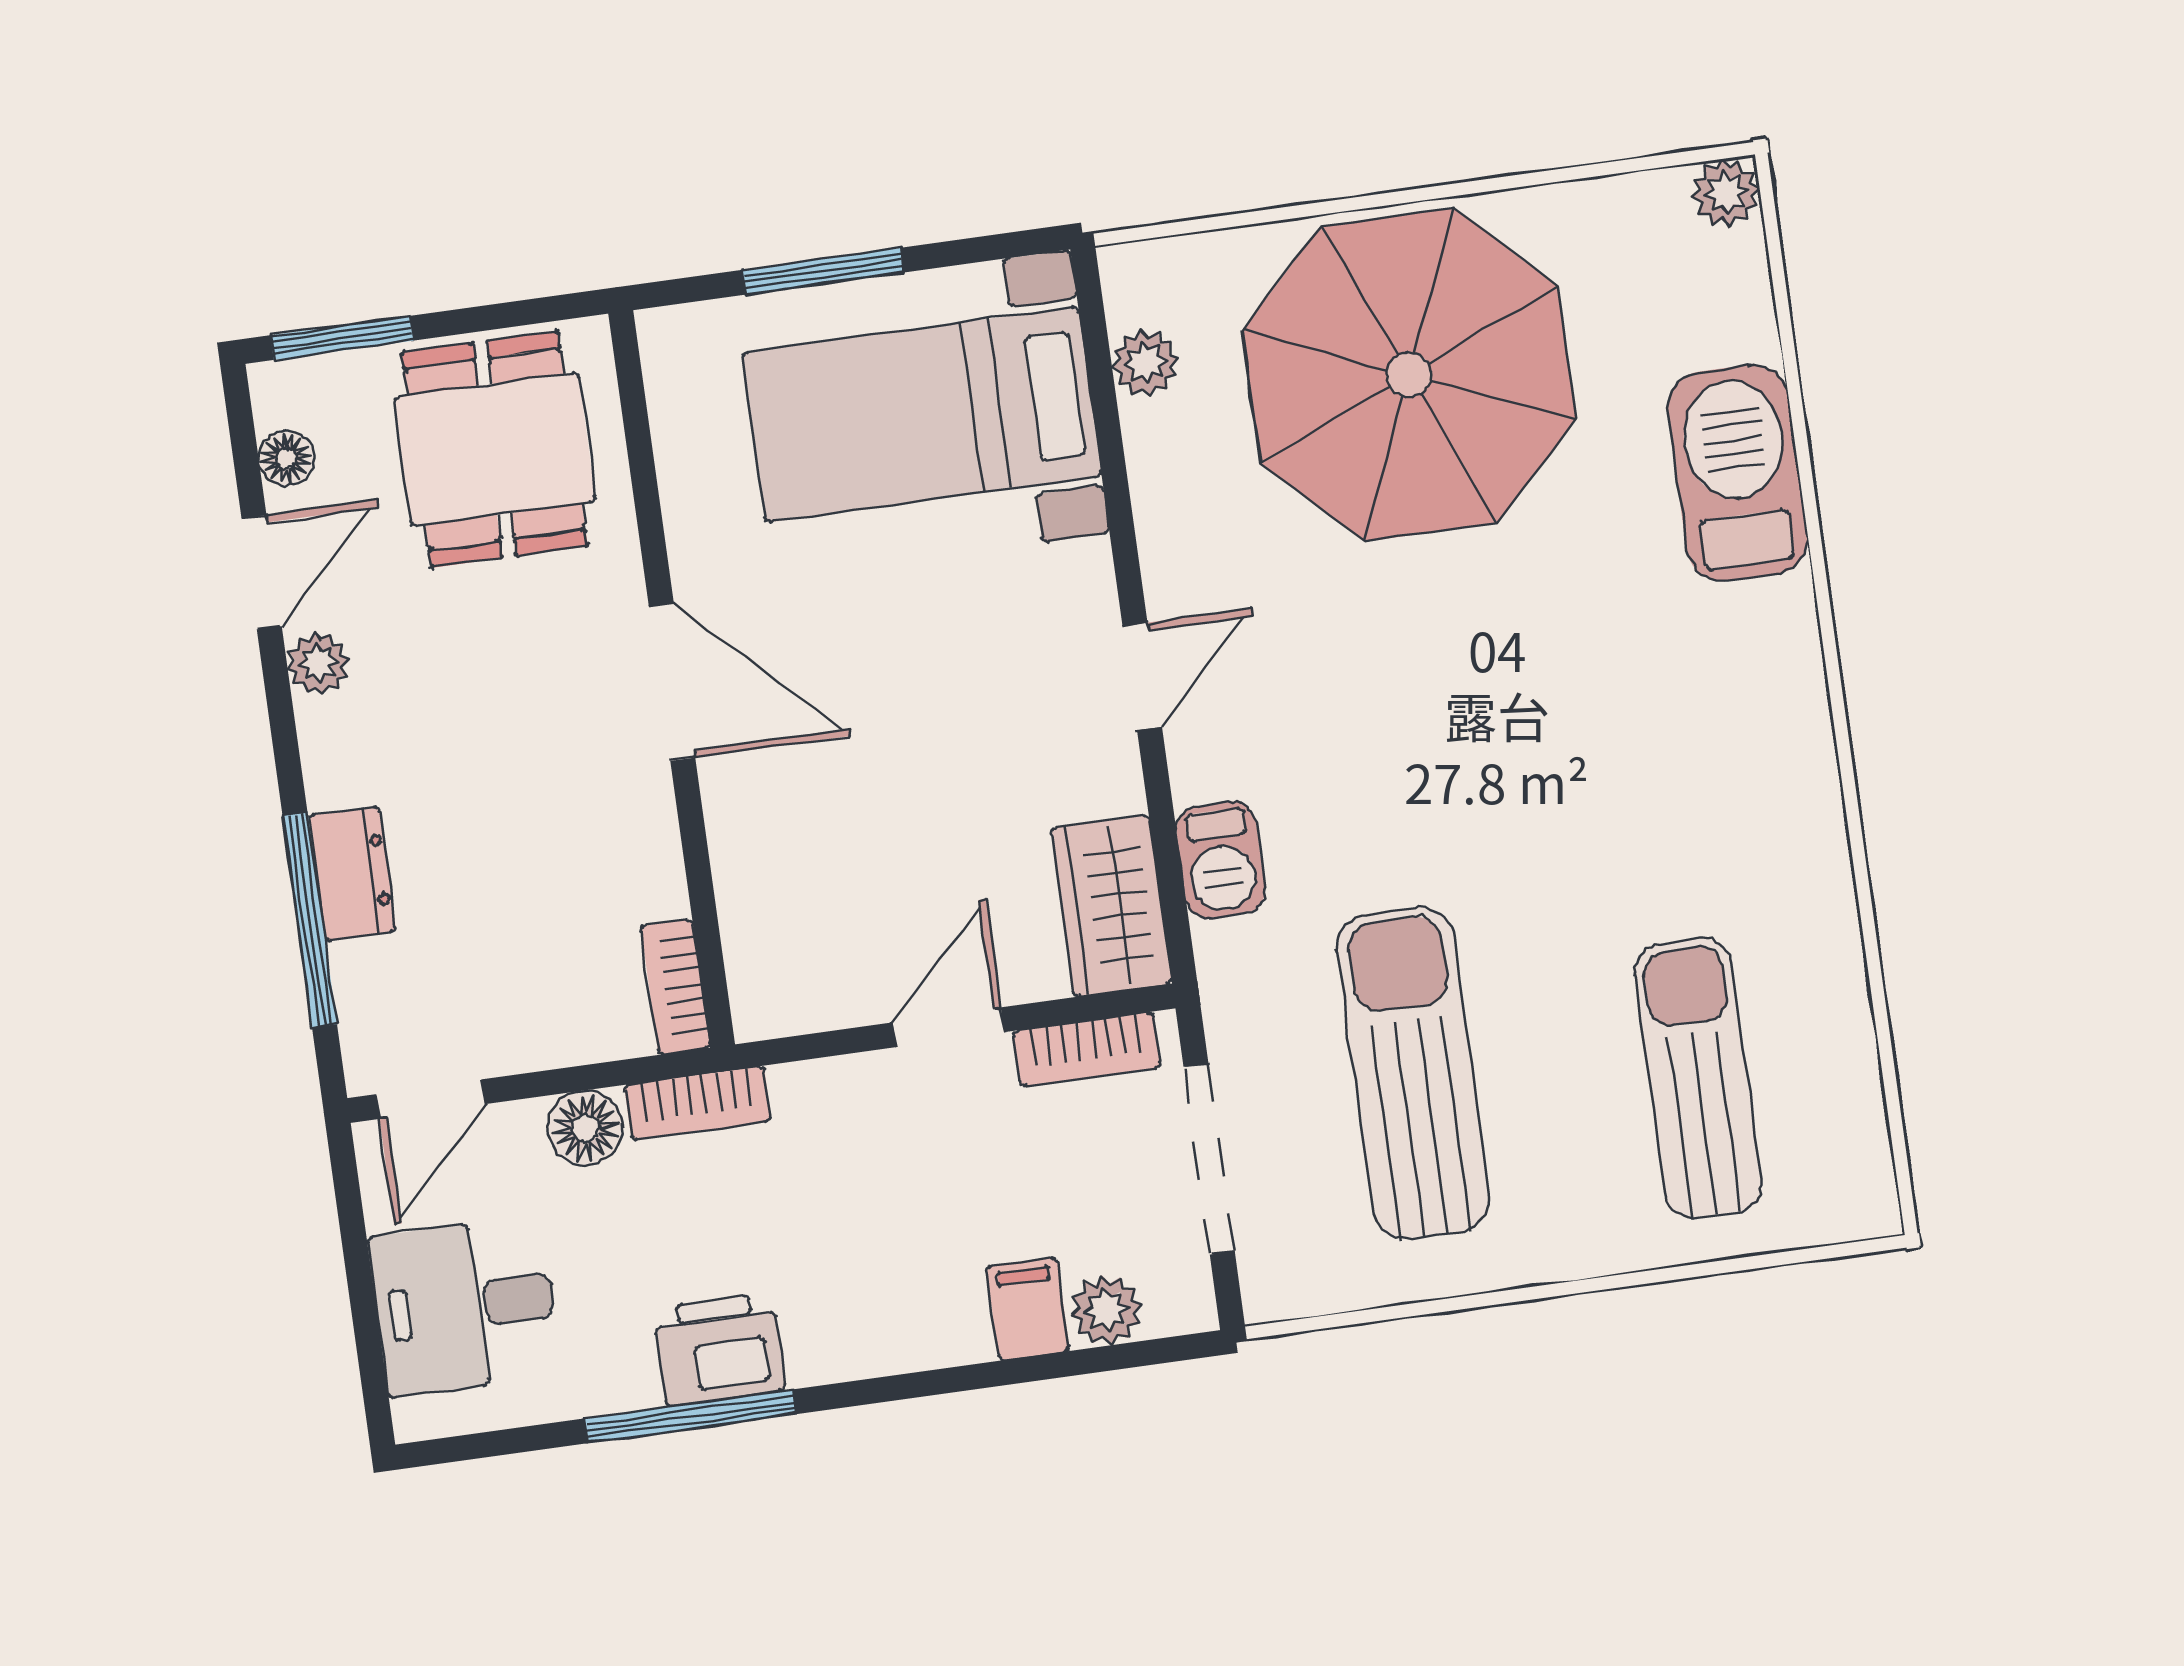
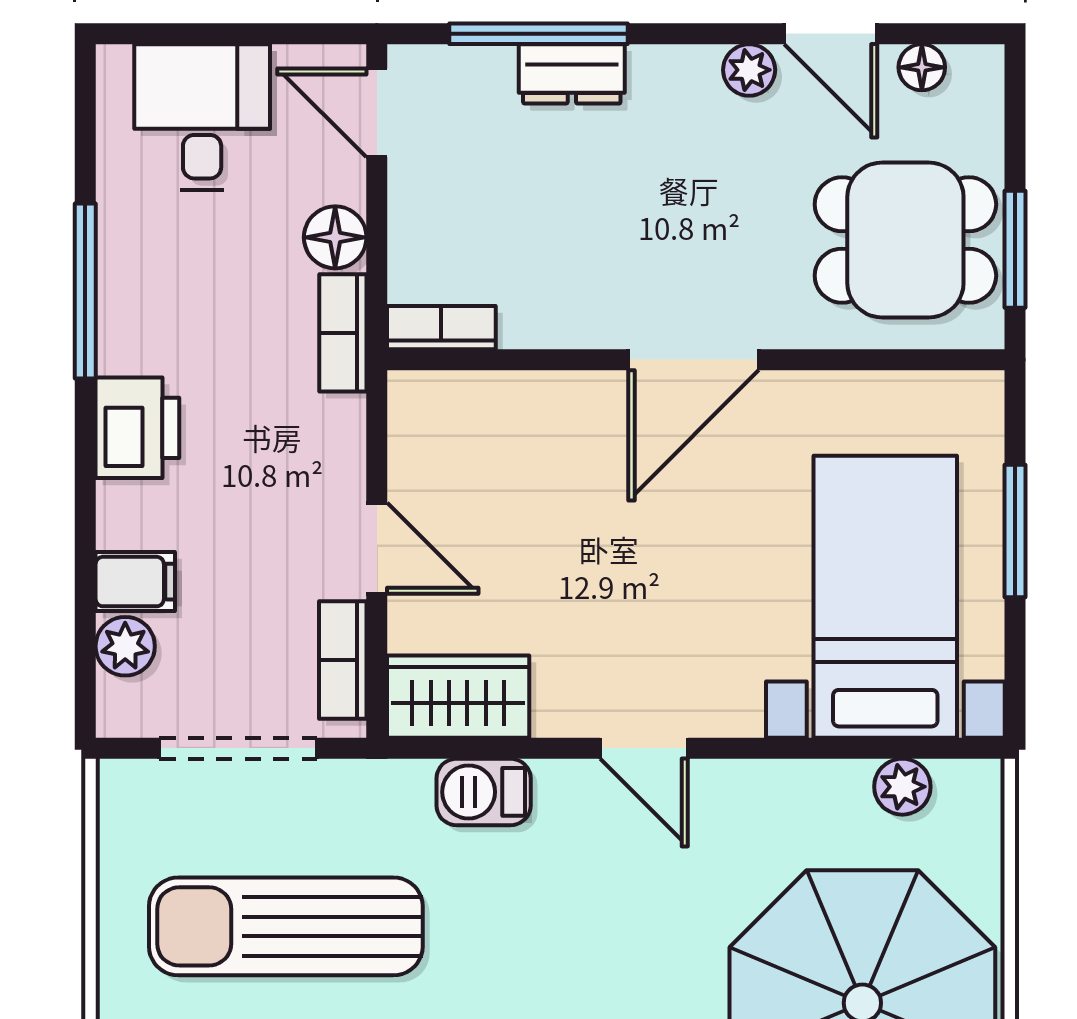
window: (342, 338) -> (1015, 249), moved
sun lounger: (1413, 1073) -> (286, 926), turned 180
printer: (719, 1349) -> (137, 428), moved

